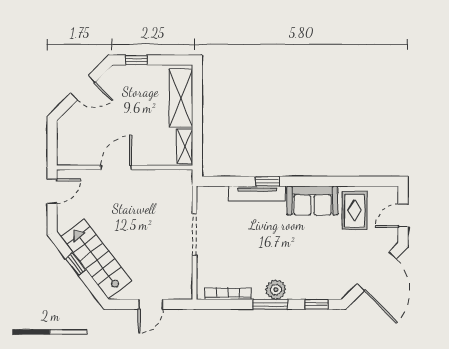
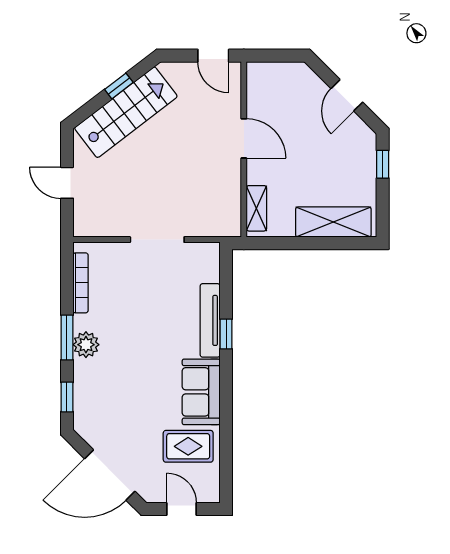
shelving: (185, 146) -> (256, 208), moved, turned 90

